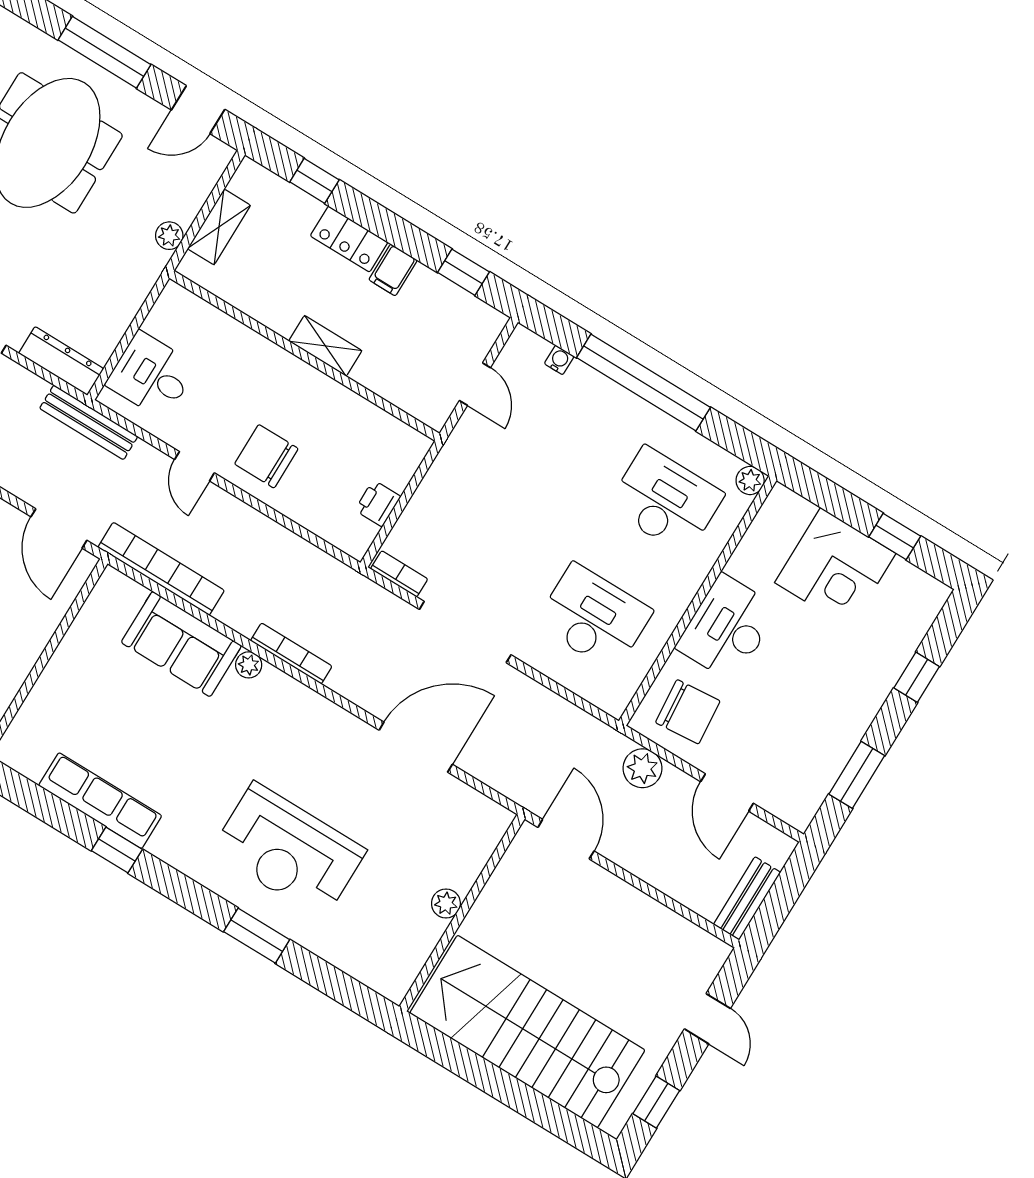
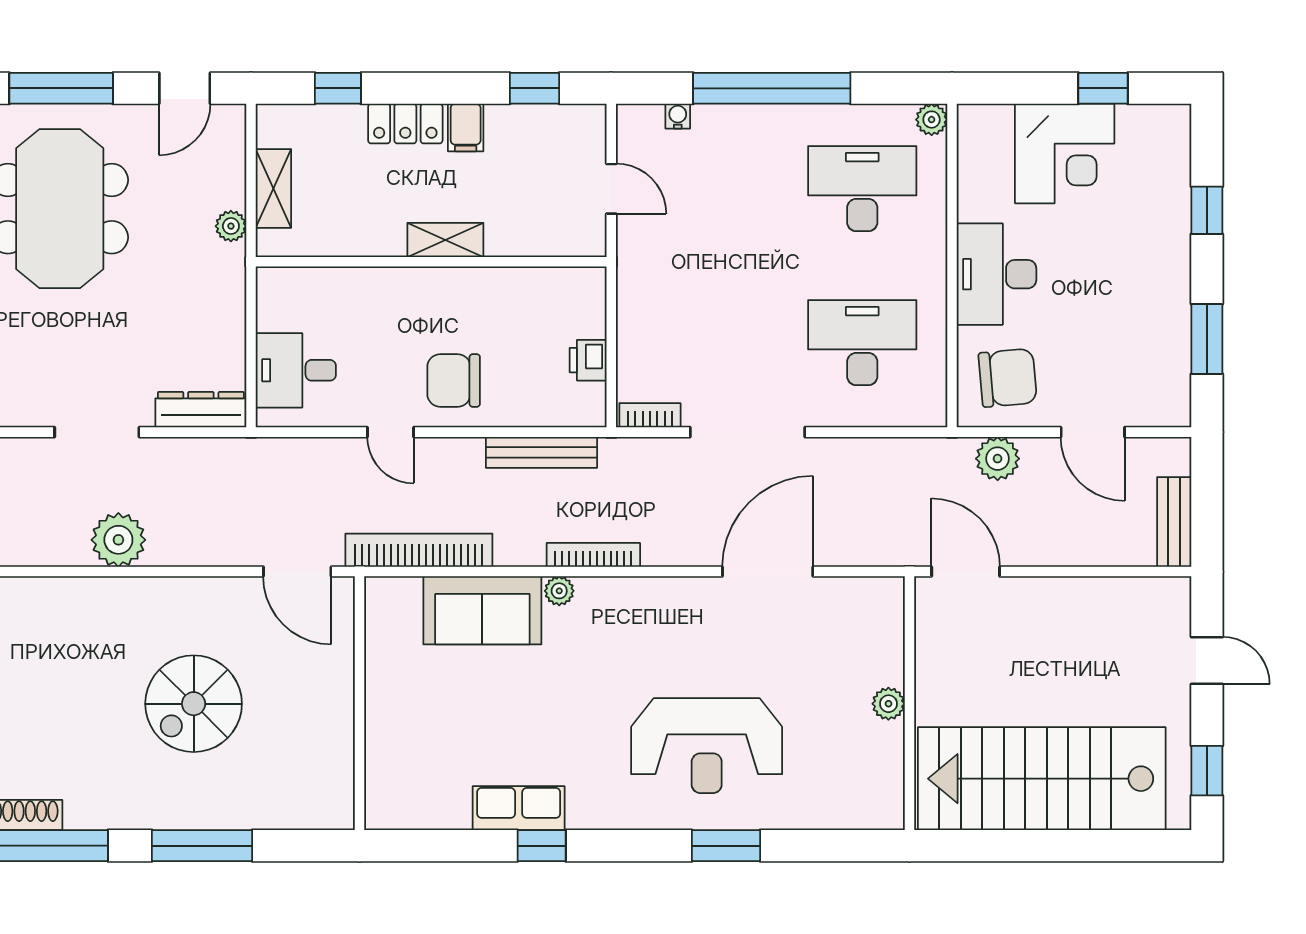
bench: (89, 422) -> (541, 452), moved
row of seats: (100, 801) -> (519, 808), width x0.68

